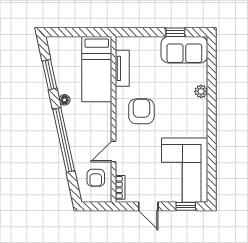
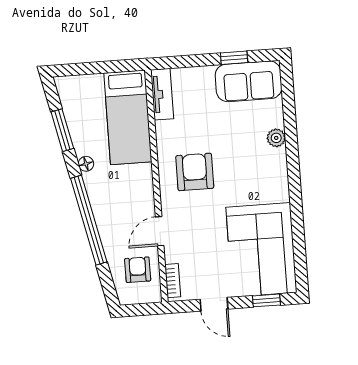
tv unit: (122, 68) -> (162, 94), moved
armchair: (96, 178) -> (138, 270), turned 180

